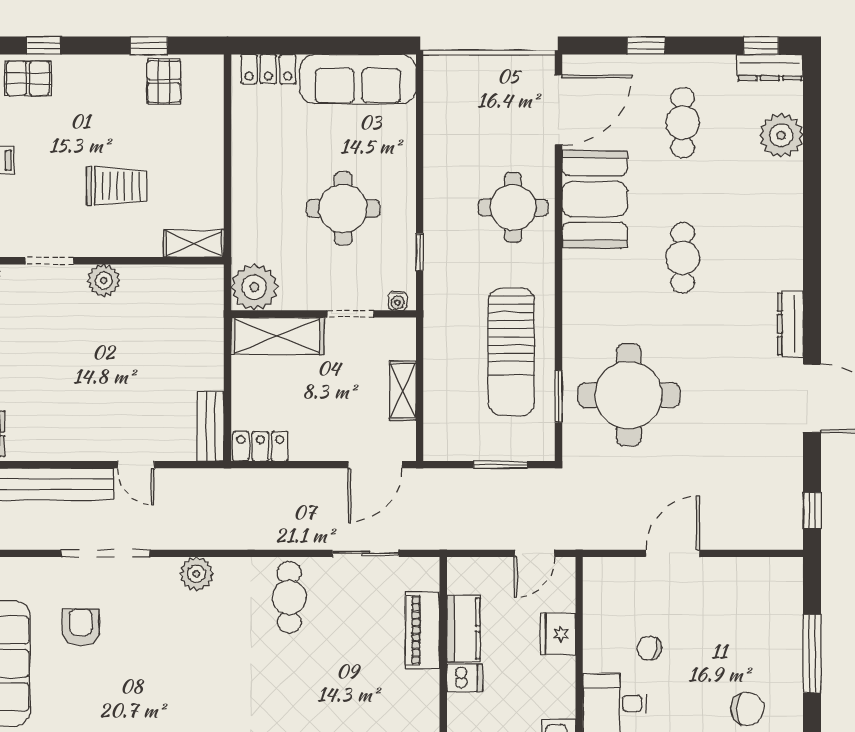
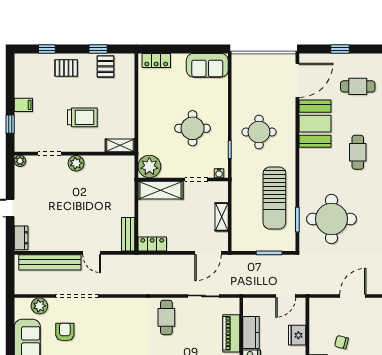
pallet: (28, 78) -> (66, 68), moved
sofa: (358, 79) -> (207, 65), width x0.73
cafe table: (683, 123) -> (358, 86), turned 90
round table: (513, 207) -> (259, 132), moved
plant: (196, 574) -> (39, 306), moved

